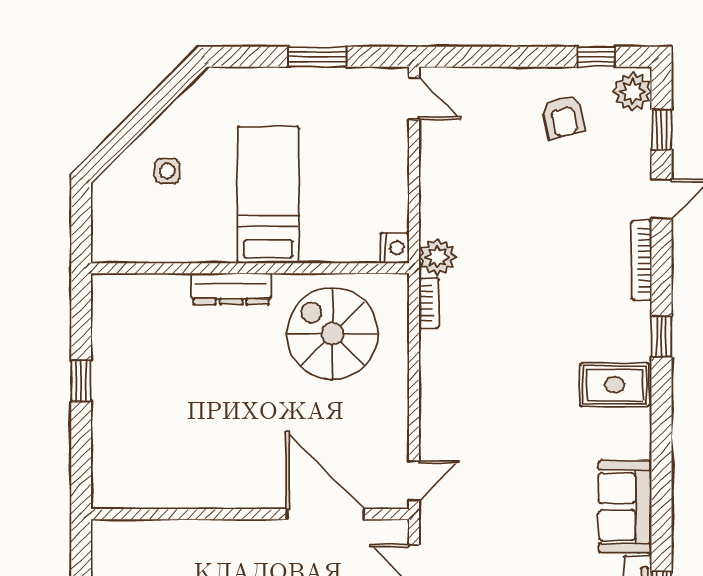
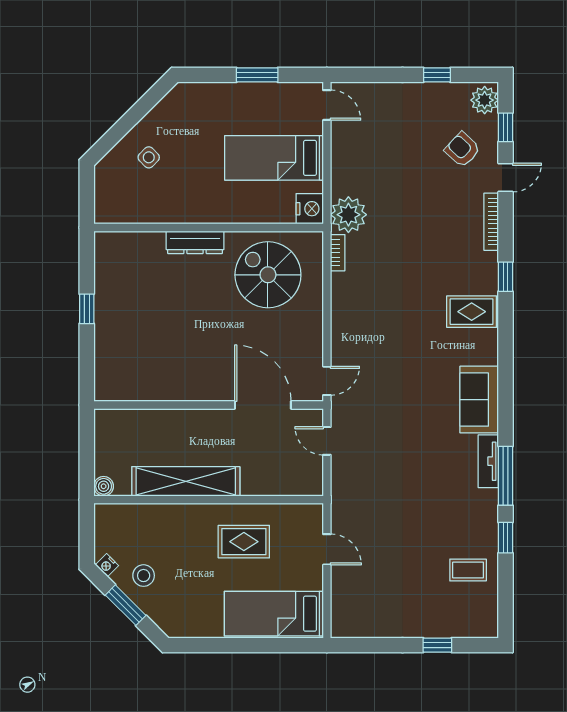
window: (596, 57) -> (437, 75), moved
armchair: (563, 117) -> (462, 150), moved, turned 146
side table: (167, 171) -> (149, 157), turned 45
bed: (268, 195) -> (274, 158), moved, turned -90
nightstand: (395, 248) -> (310, 209), width x1.36, depth x1.33
plant: (437, 257) -> (348, 215), width x1.36, depth x1.36

